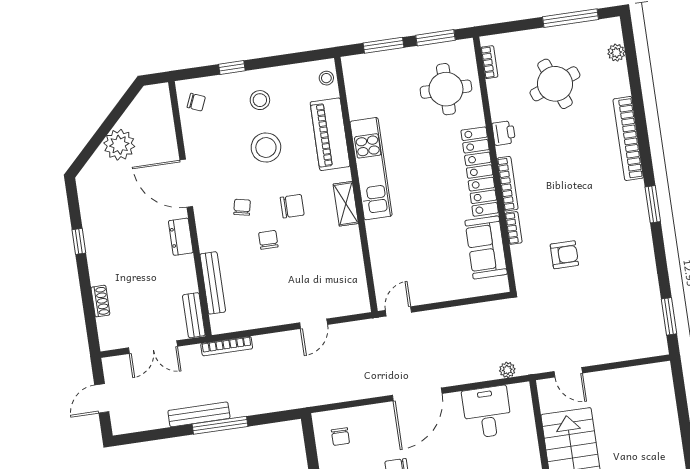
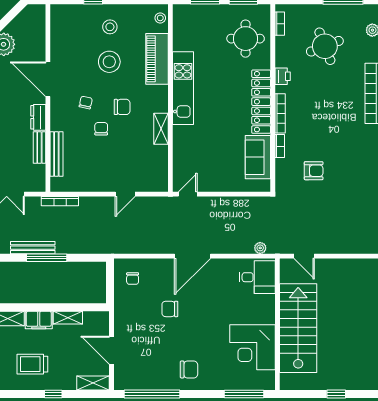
chair: (196, 102) -> (64, 22), removed
shelving: (346, 204) -> (161, 129), moved
bench: (194, 315) -> (39, 147), moved
desk: (487, 412) -> (257, 277), moved, turned 90

